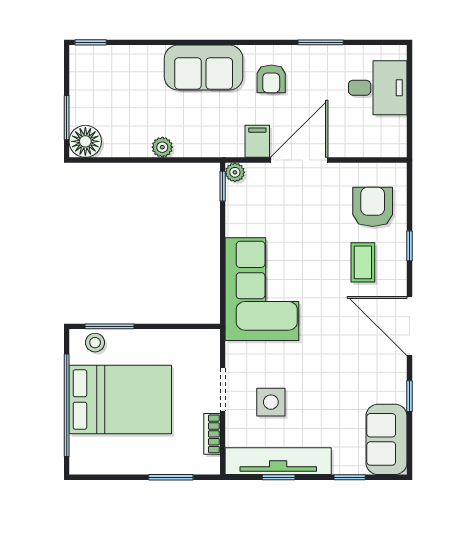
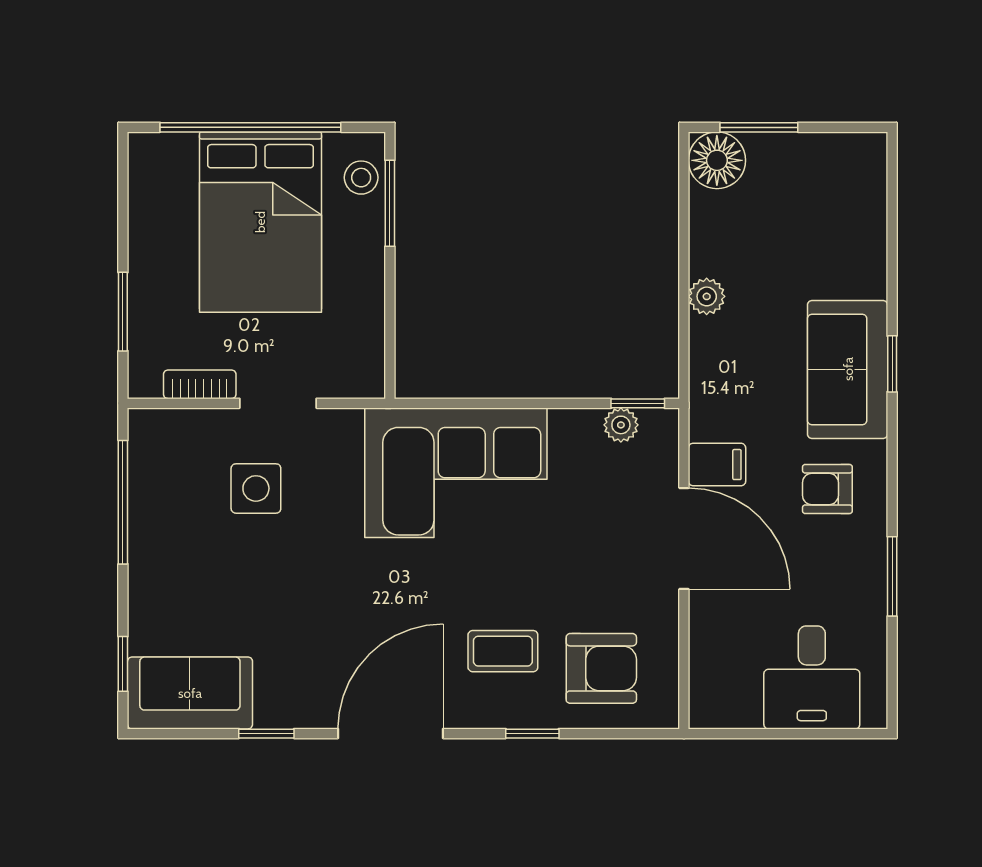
window: (91, 42) -> (892, 364), moved
plant: (235, 172) -> (621, 425), moved
tv unit: (278, 461) -> (151, 501), removed
window: (279, 477) -> (123, 502), width x2.17
window: (350, 477) -> (123, 664), moved

